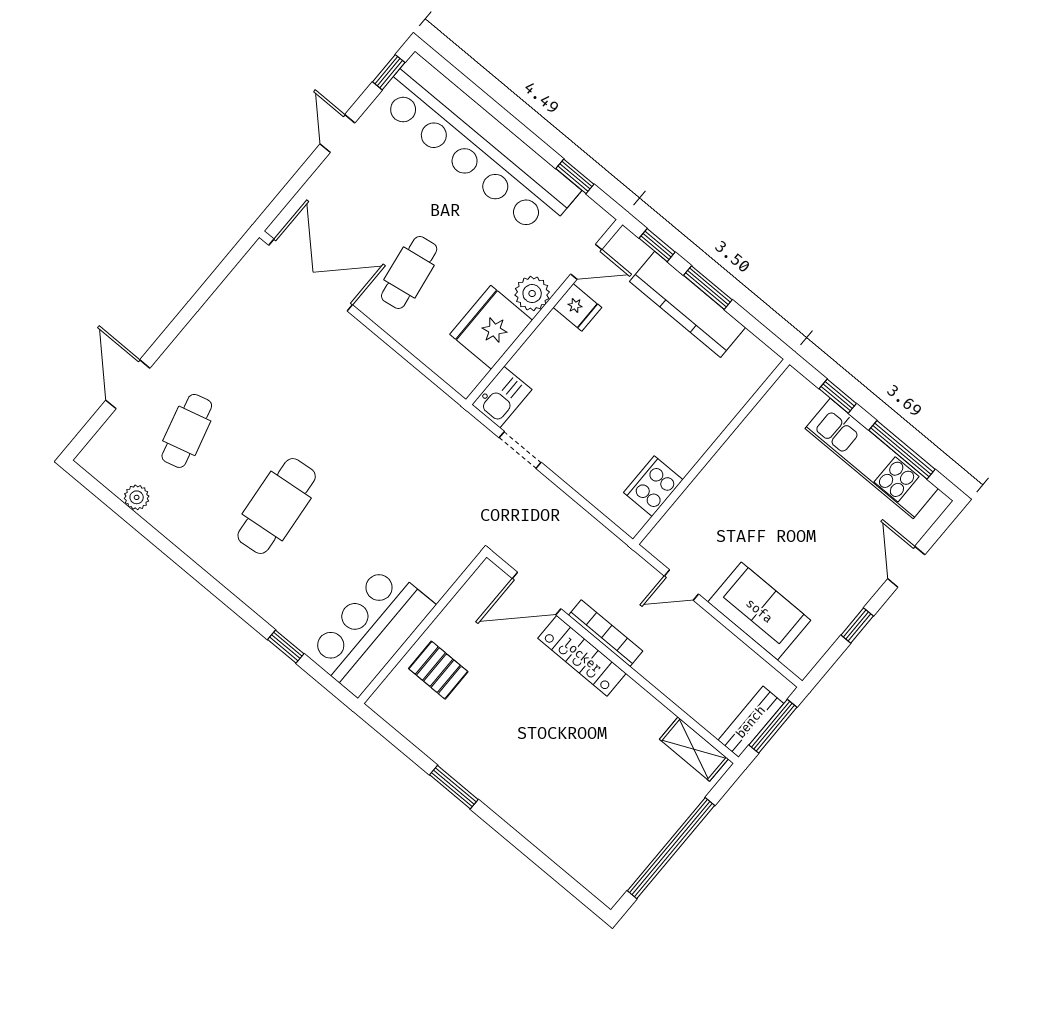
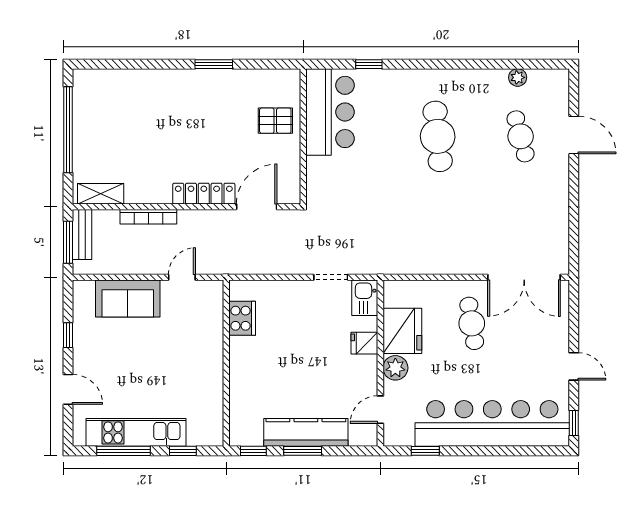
window: (657, 245) -> (253, 451), moved
fridge: (577, 307) -> (364, 343), moved
bookcase: (606, 633) -> (148, 217), moved

